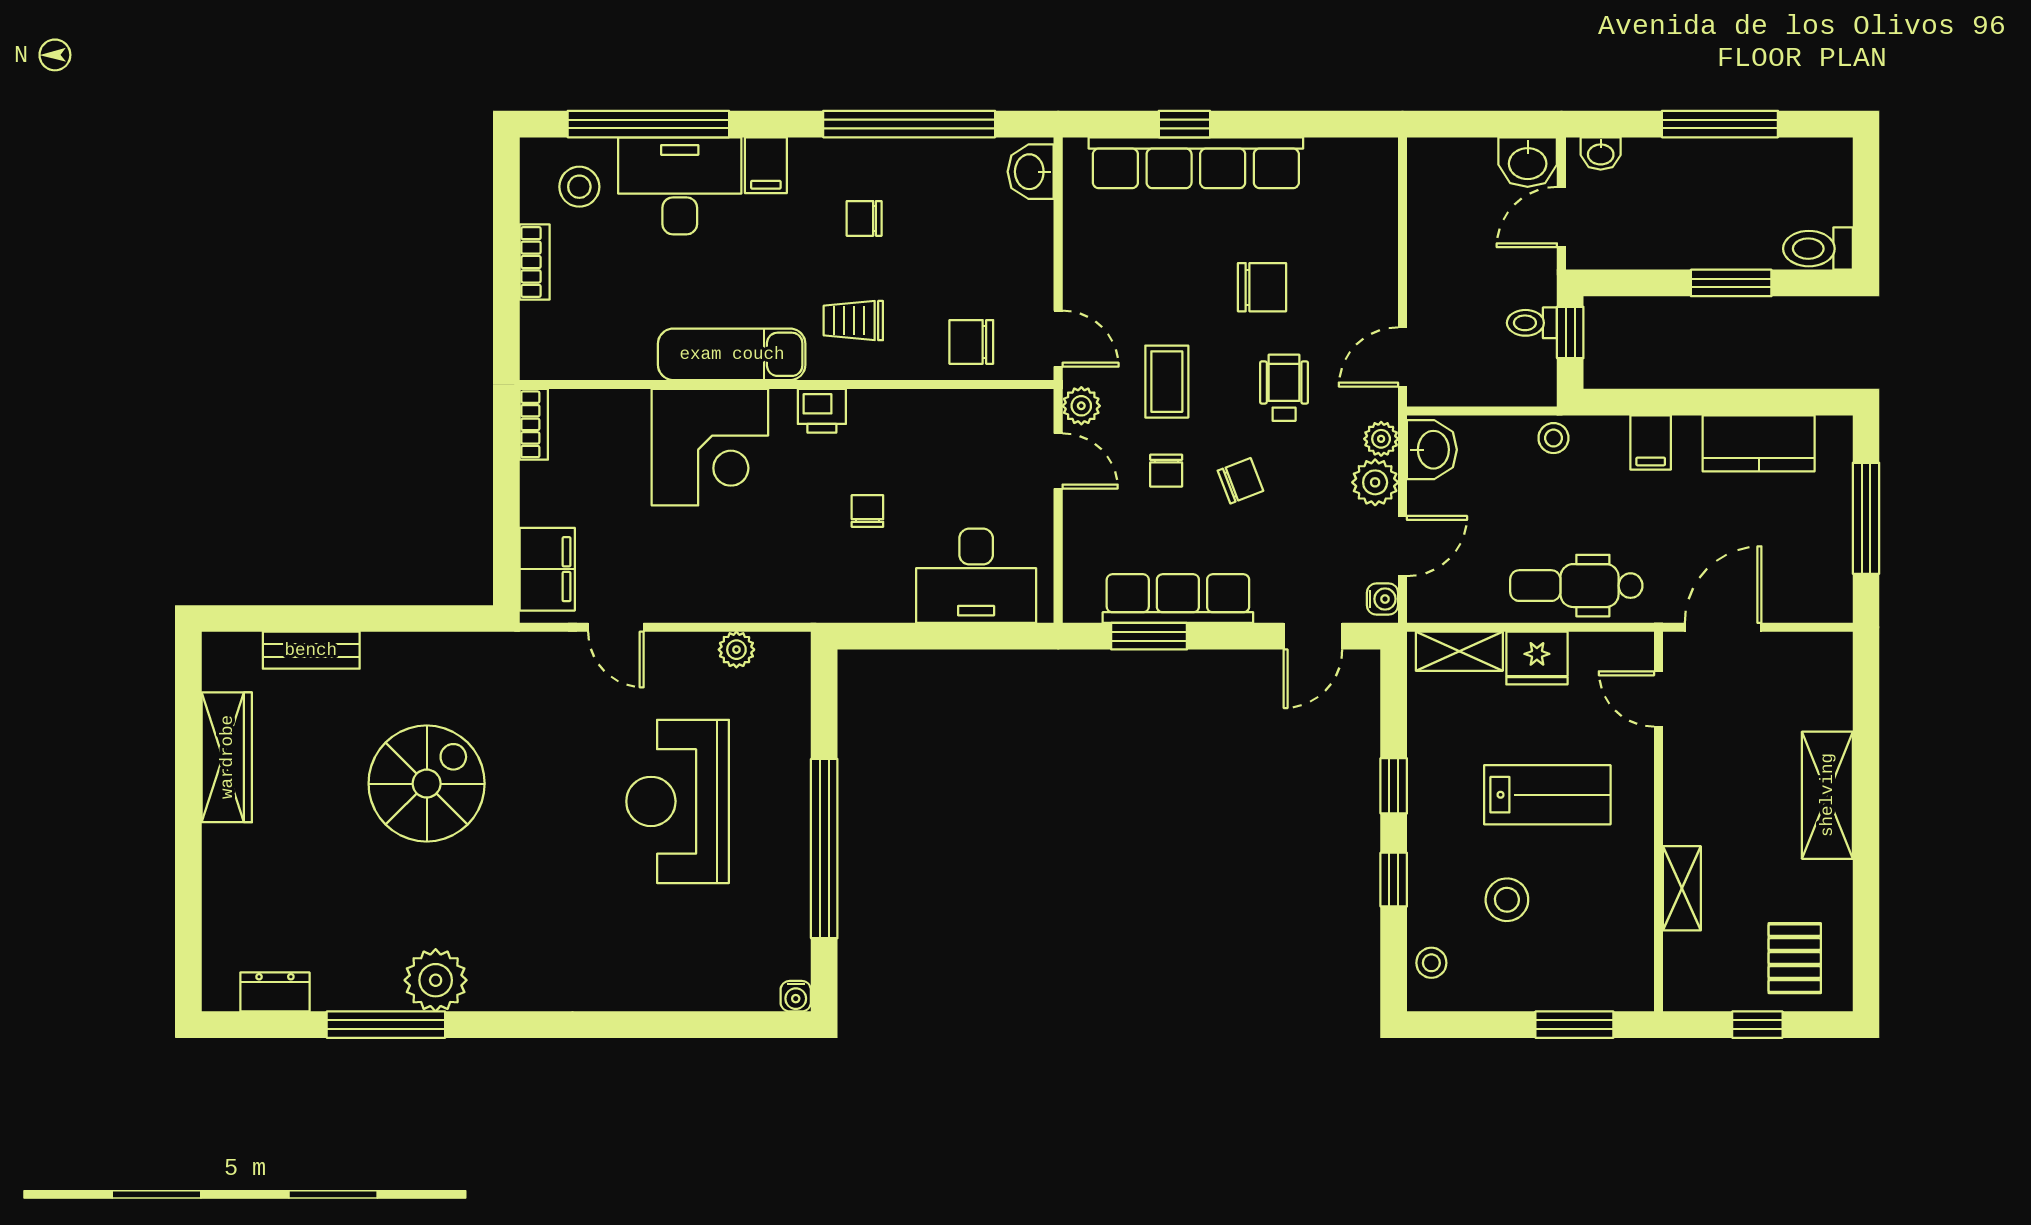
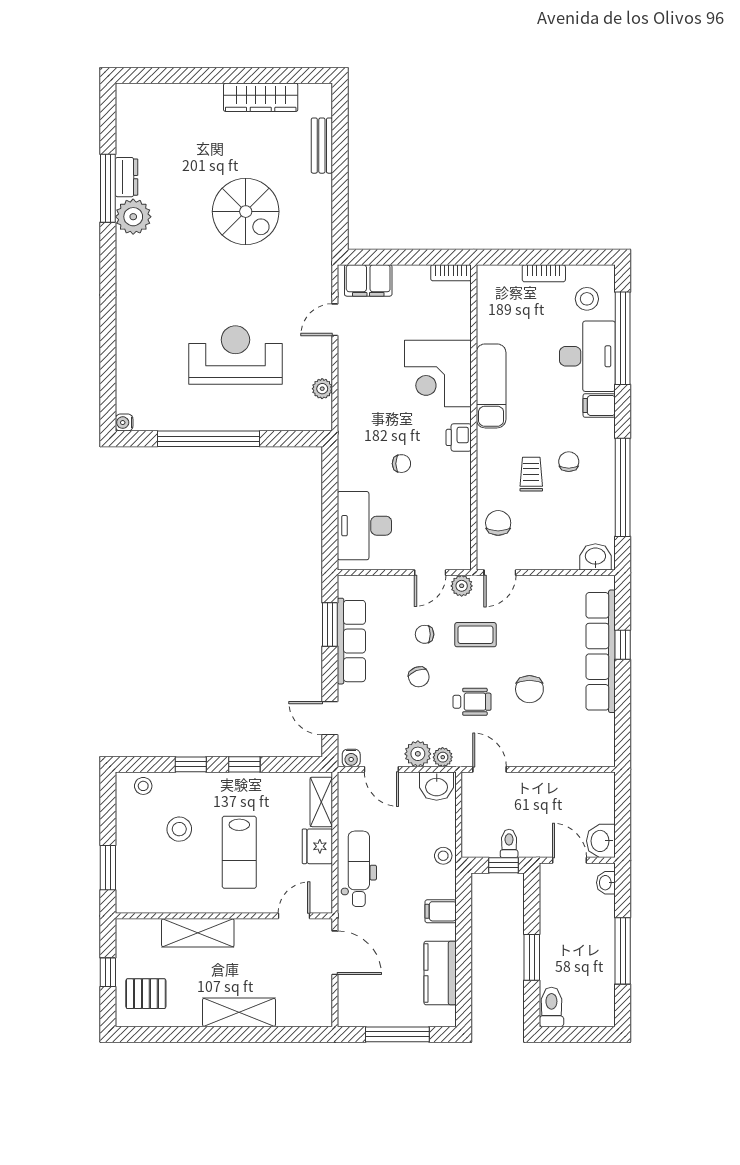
trolley: (853, 321) -> (531, 474), moved
shelving: (1682, 888) -> (198, 933), width x1.50, depth x1.33
dresser: (275, 992) -> (127, 177), moved

